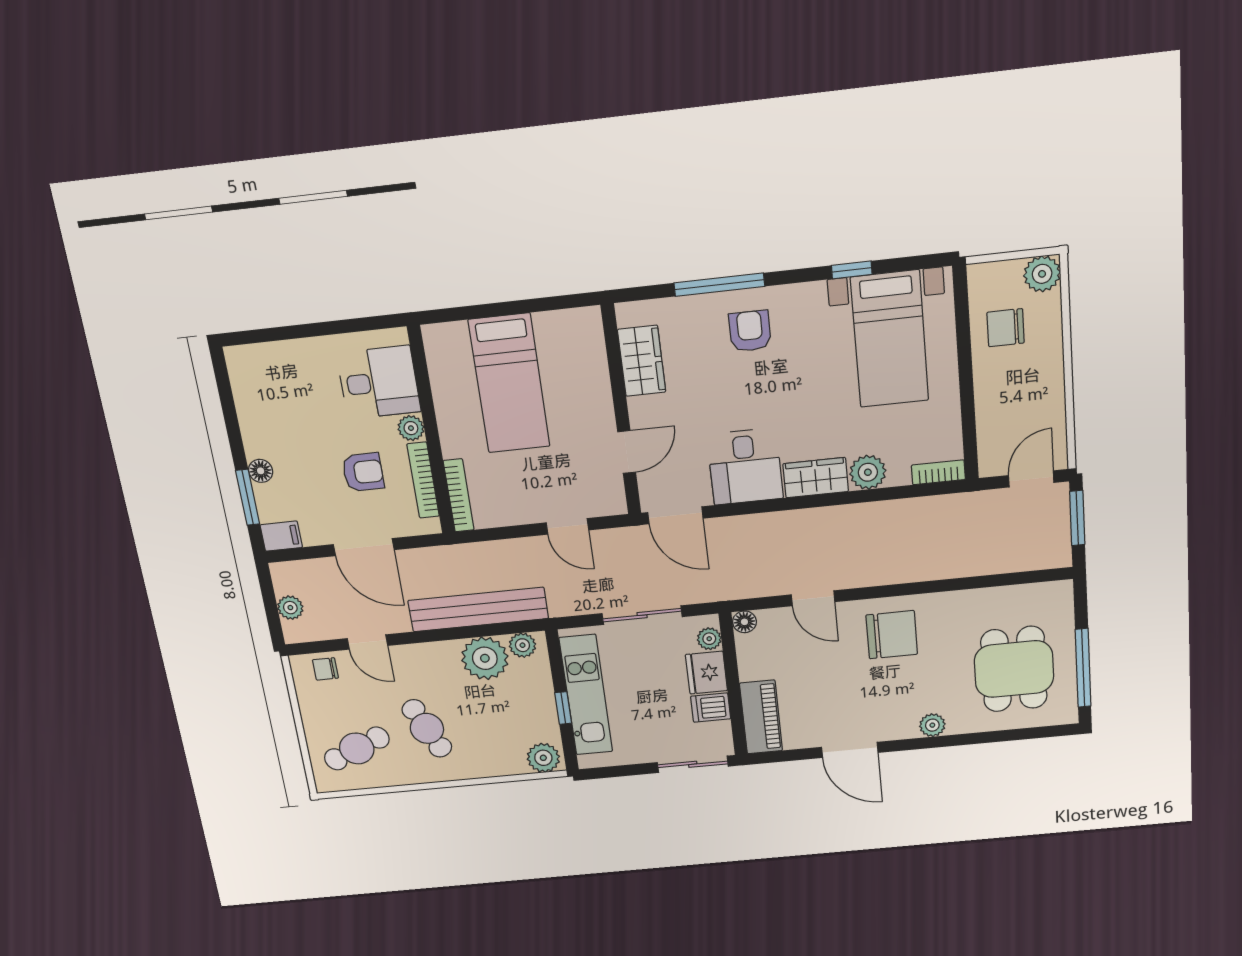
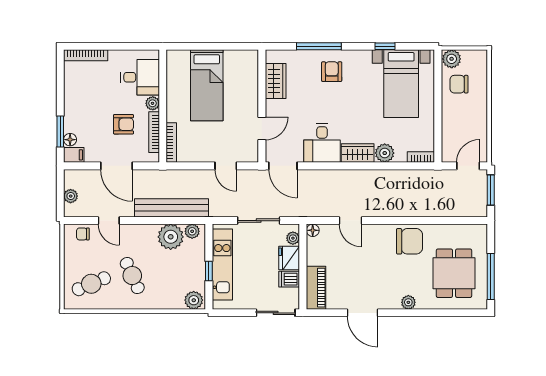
plant: (1042, 274) -> (452, 59), moved
bookcase: (267, 353) -> (86, 55), added
floor lamp: (261, 471) -> (70, 140), moved
chair: (892, 635) -> (409, 241), moved

